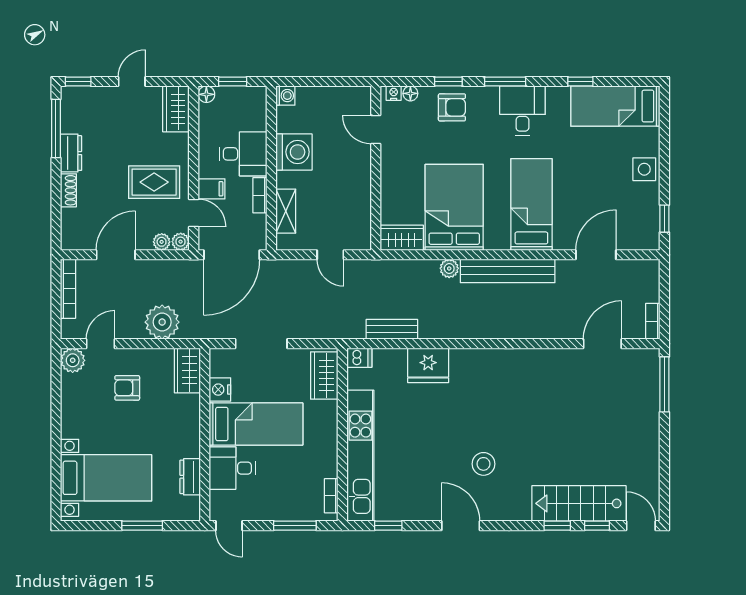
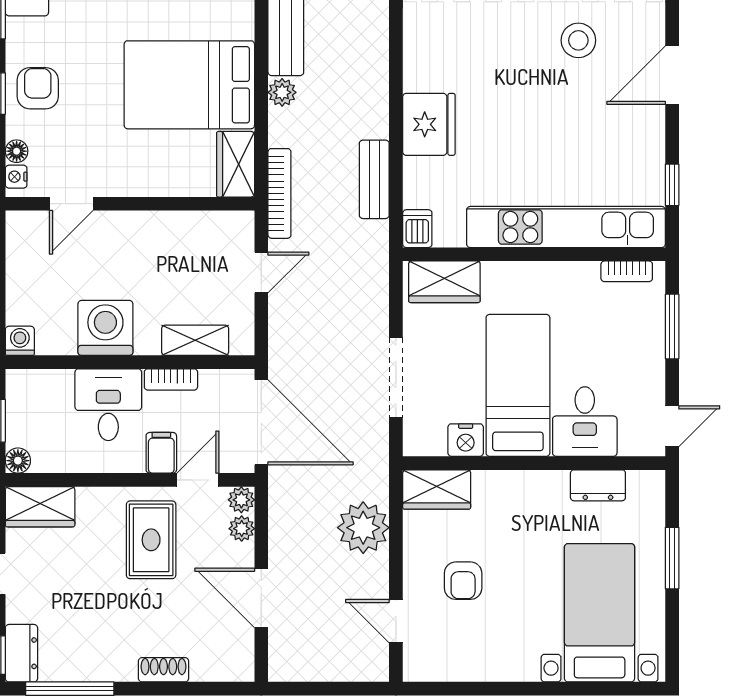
dresser: (71, 153) -> (21, 653), moved, turned 90
bookcase: (68, 289) -> (279, 193), moved, turned 90
plant: (73, 360) -> (421, 663), removed

